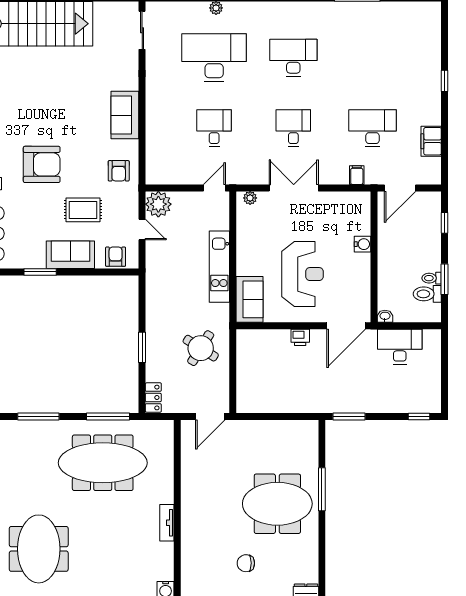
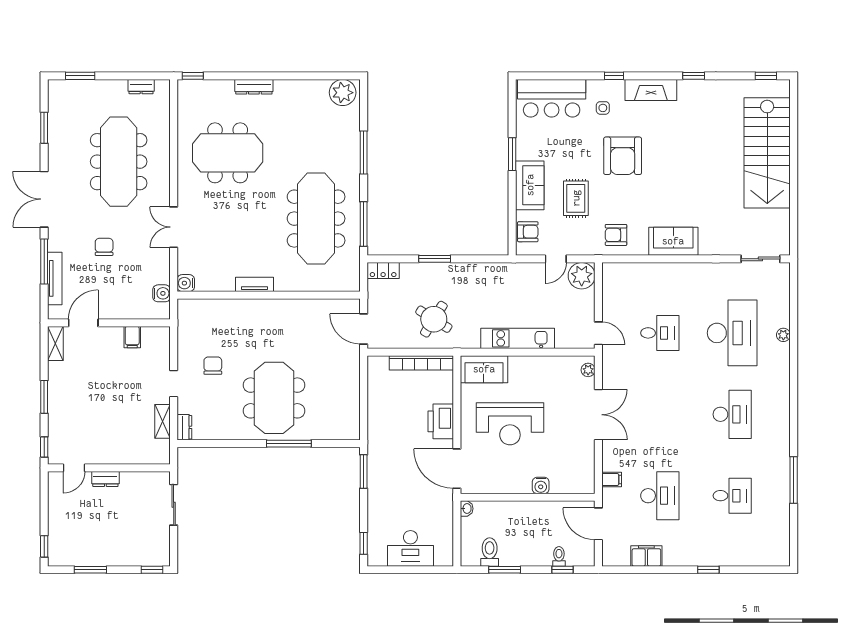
desk: (293, 128) -> (732, 496), moved
toilet: (432, 278) -> (559, 556), moved
printer: (300, 337) -> (441, 421), width x1.87, depth x1.48
desk: (400, 347) -> (410, 548), moved, turned 90
bookcase: (243, 360) -> (421, 363), added

